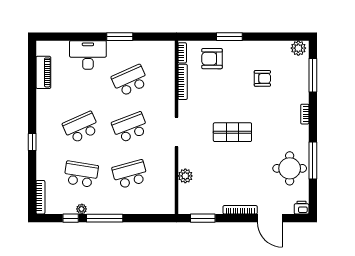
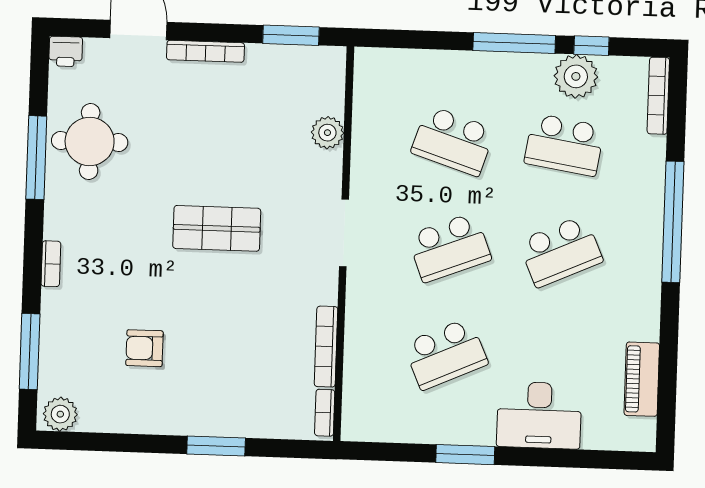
armchair: (212, 59) -> (257, 397), removed
window: (32, 142) -> (673, 222), width x3.17
school desk: (130, 174) -> (453, 141), turned 33
plant: (82, 209) -> (576, 76), width x1.87, depth x1.87

